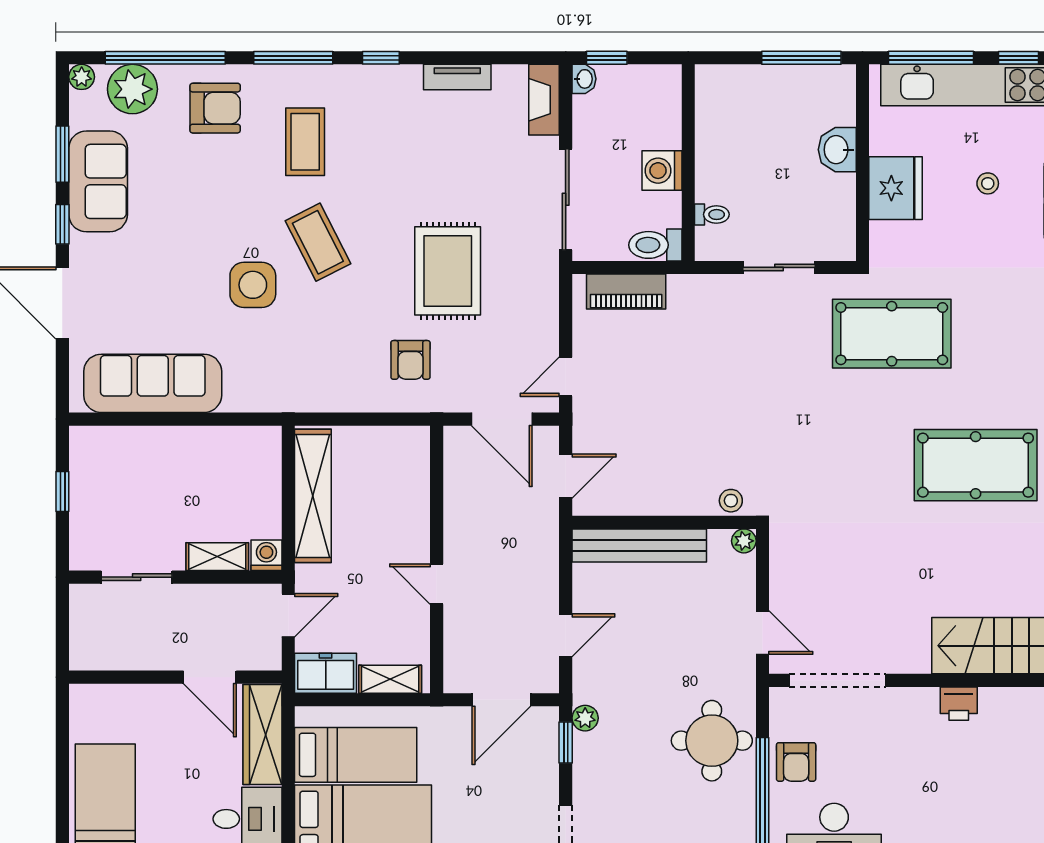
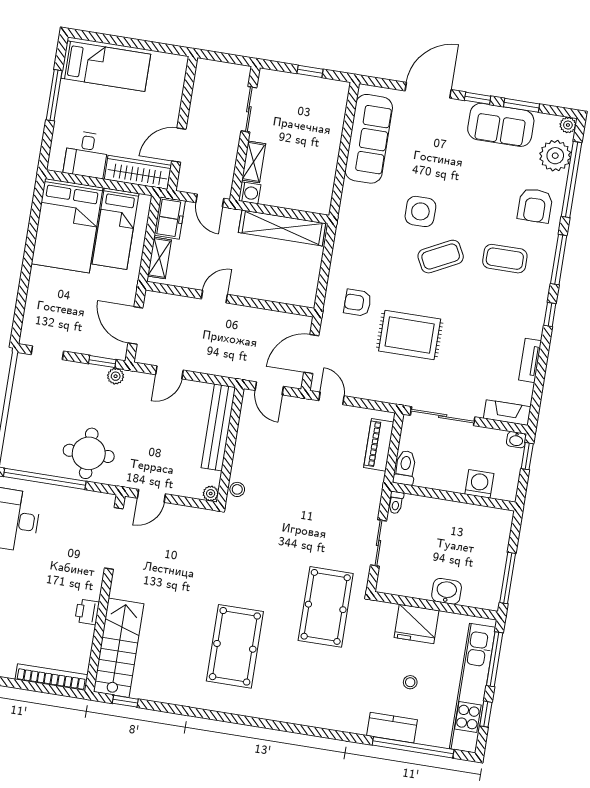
washing machine: (662, 171) -> (479, 484), moved
toilet: (712, 215) -> (396, 503), moved
door: (566, 635) -> (169, 372), hinge flipped
armchair: (796, 762) -> (67, 504), removed

